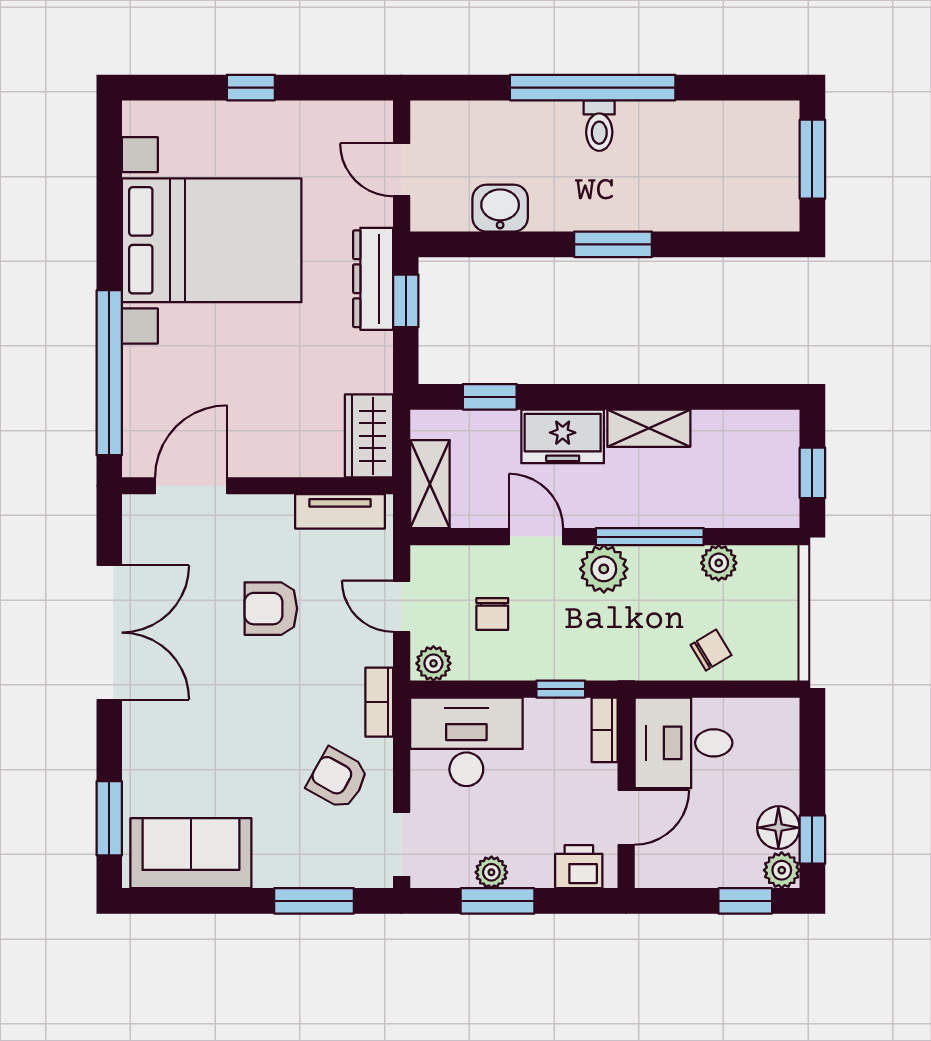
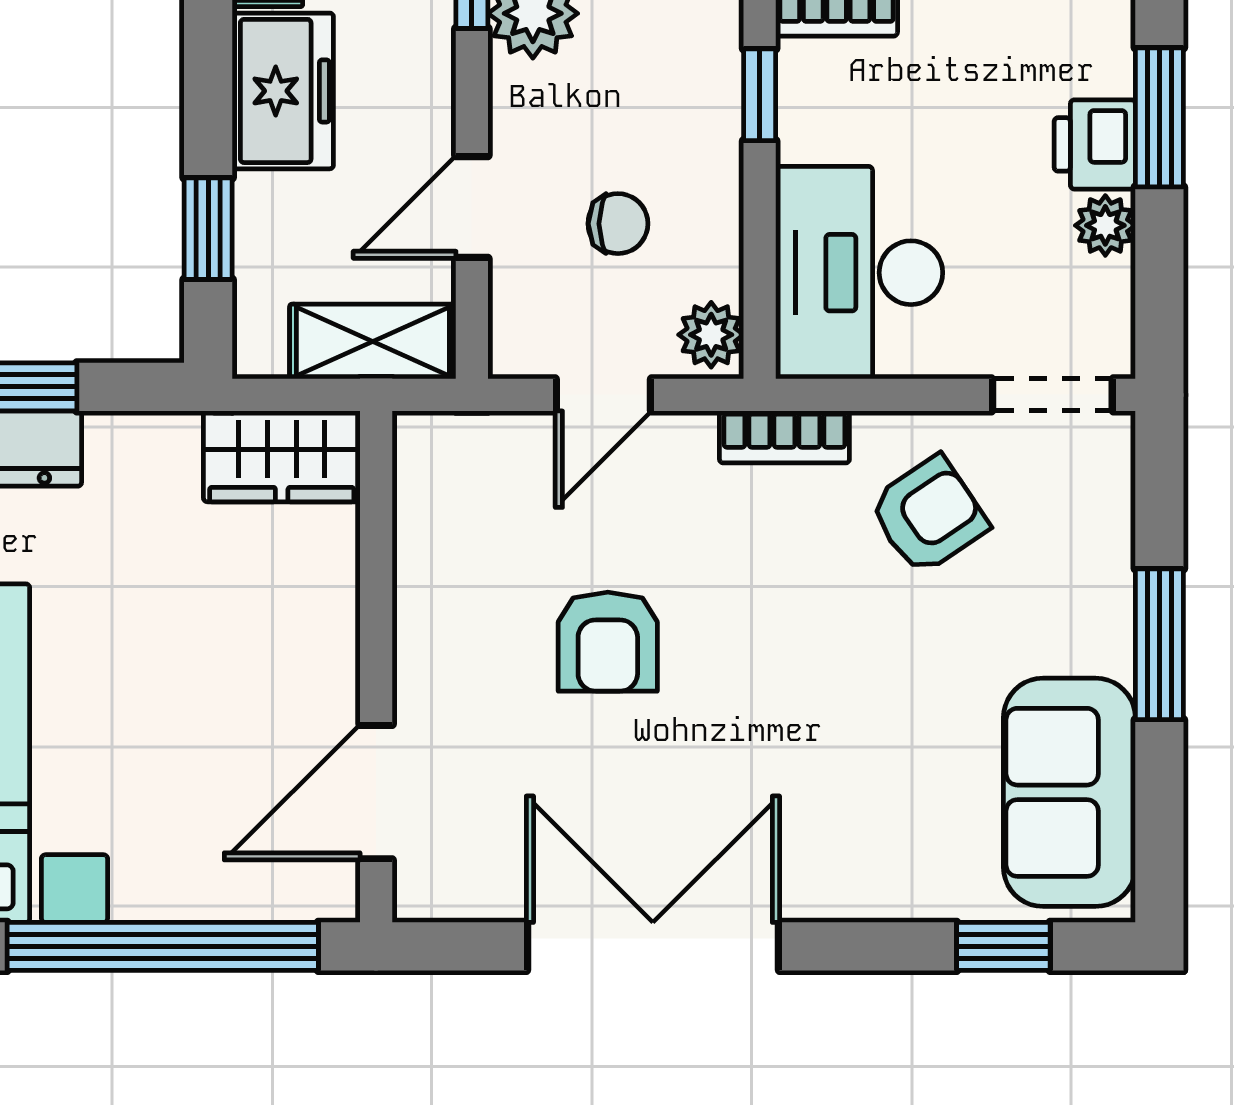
door: (191, 486) -> (376, 792), hinge flipped
tv unit: (340, 511) -> (424, 511), removed
door: (536, 537) -> (472, 207), moved
armchair: (338, 779) -> (928, 515), turned -153
window: (109, 818) -> (1003, 946), width x0.67
printer: (579, 867) -> (1095, 144), moved
window: (314, 901) -> (1159, 644), moved
window: (497, 901) -> (1159, 117), moved

